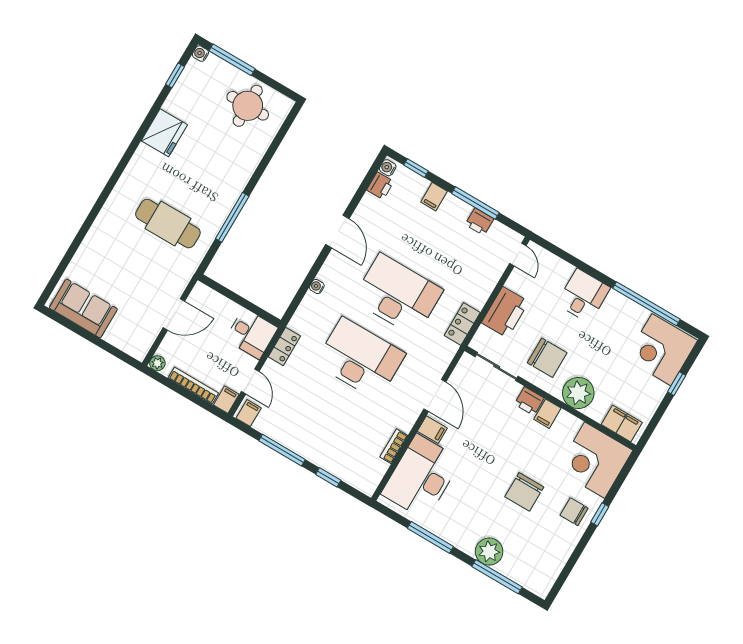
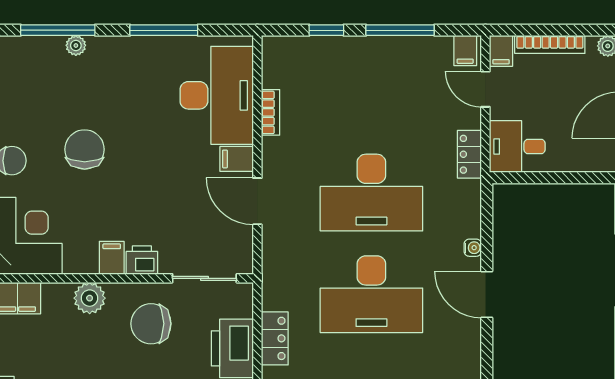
door: (337, 231) -> (487, 295), moved
locker: (462, 324) -> (275, 338), moved
plant: (578, 393) -> (90, 298), width x0.73, depth x0.73
plant: (489, 552) -> (76, 45), width x0.53, depth x0.53

